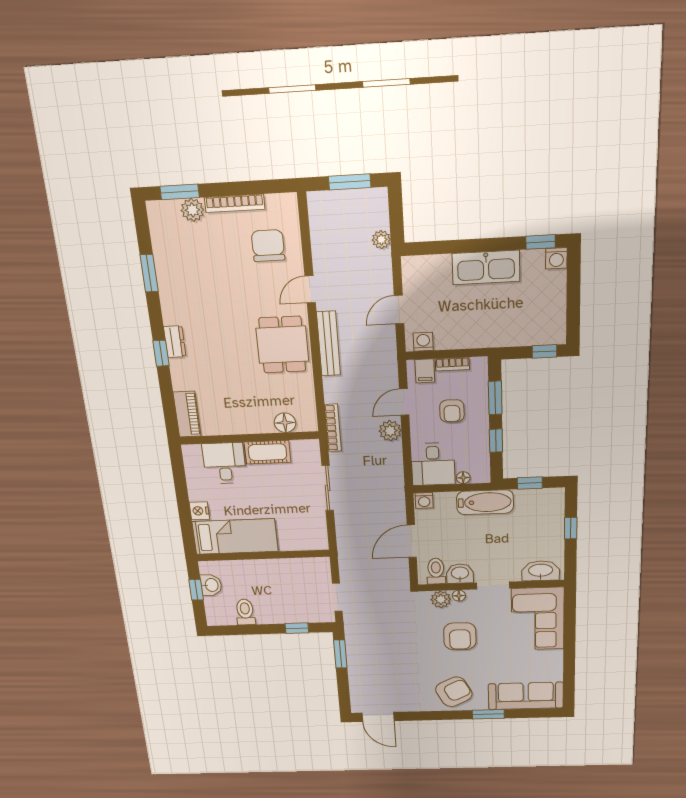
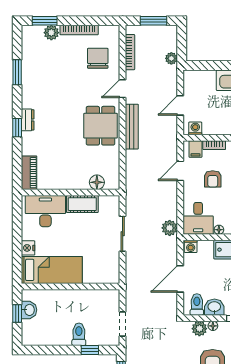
bookcase: (333, 428) -> (130, 52), moved
plant: (390, 431) -> (170, 228), moved
desk: (224, 463) -> (45, 211), width x1.37
toilet: (245, 612) -> (79, 334), moved

